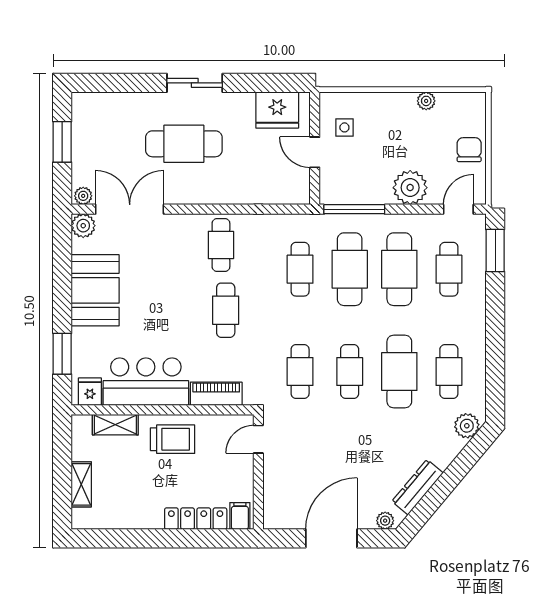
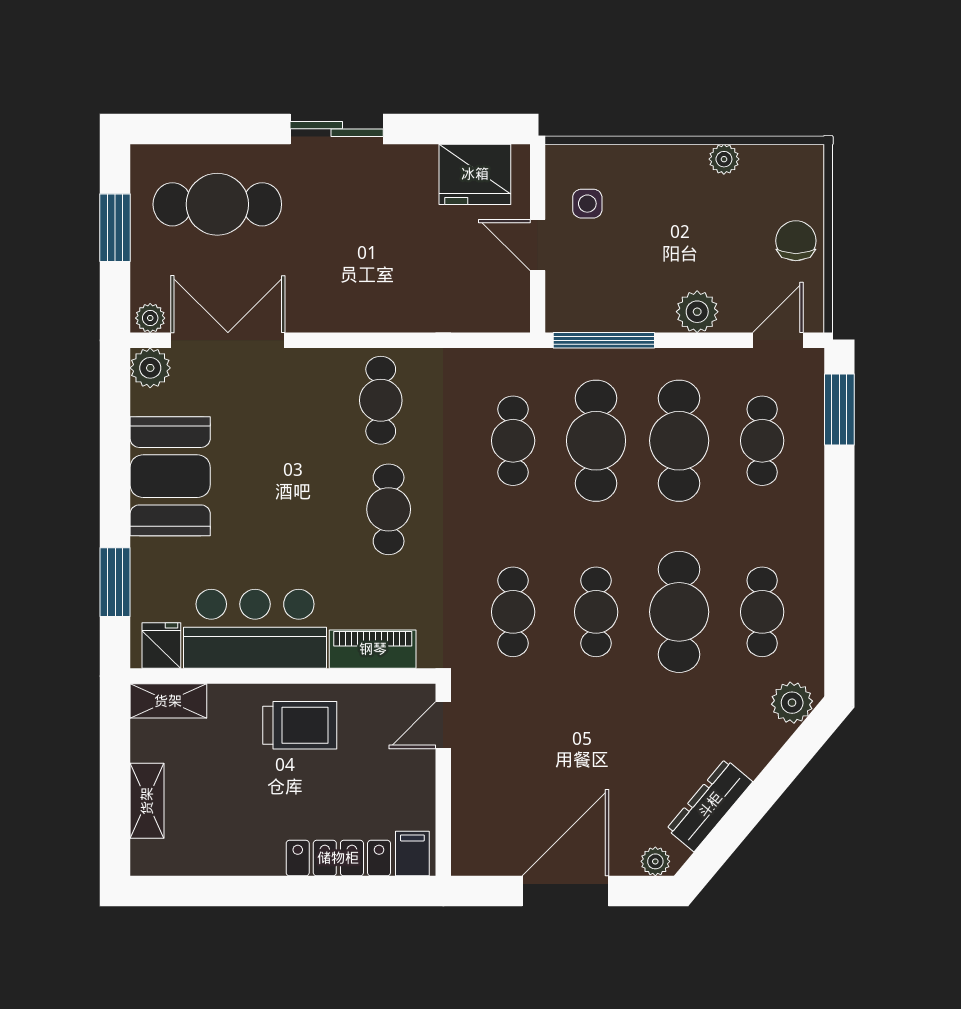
cafe table: (184, 144) -> (217, 204), moved
plant: (410, 188) -> (697, 312), width x0.73, depth x0.73
shelving: (115, 425) -> (168, 701), moved

